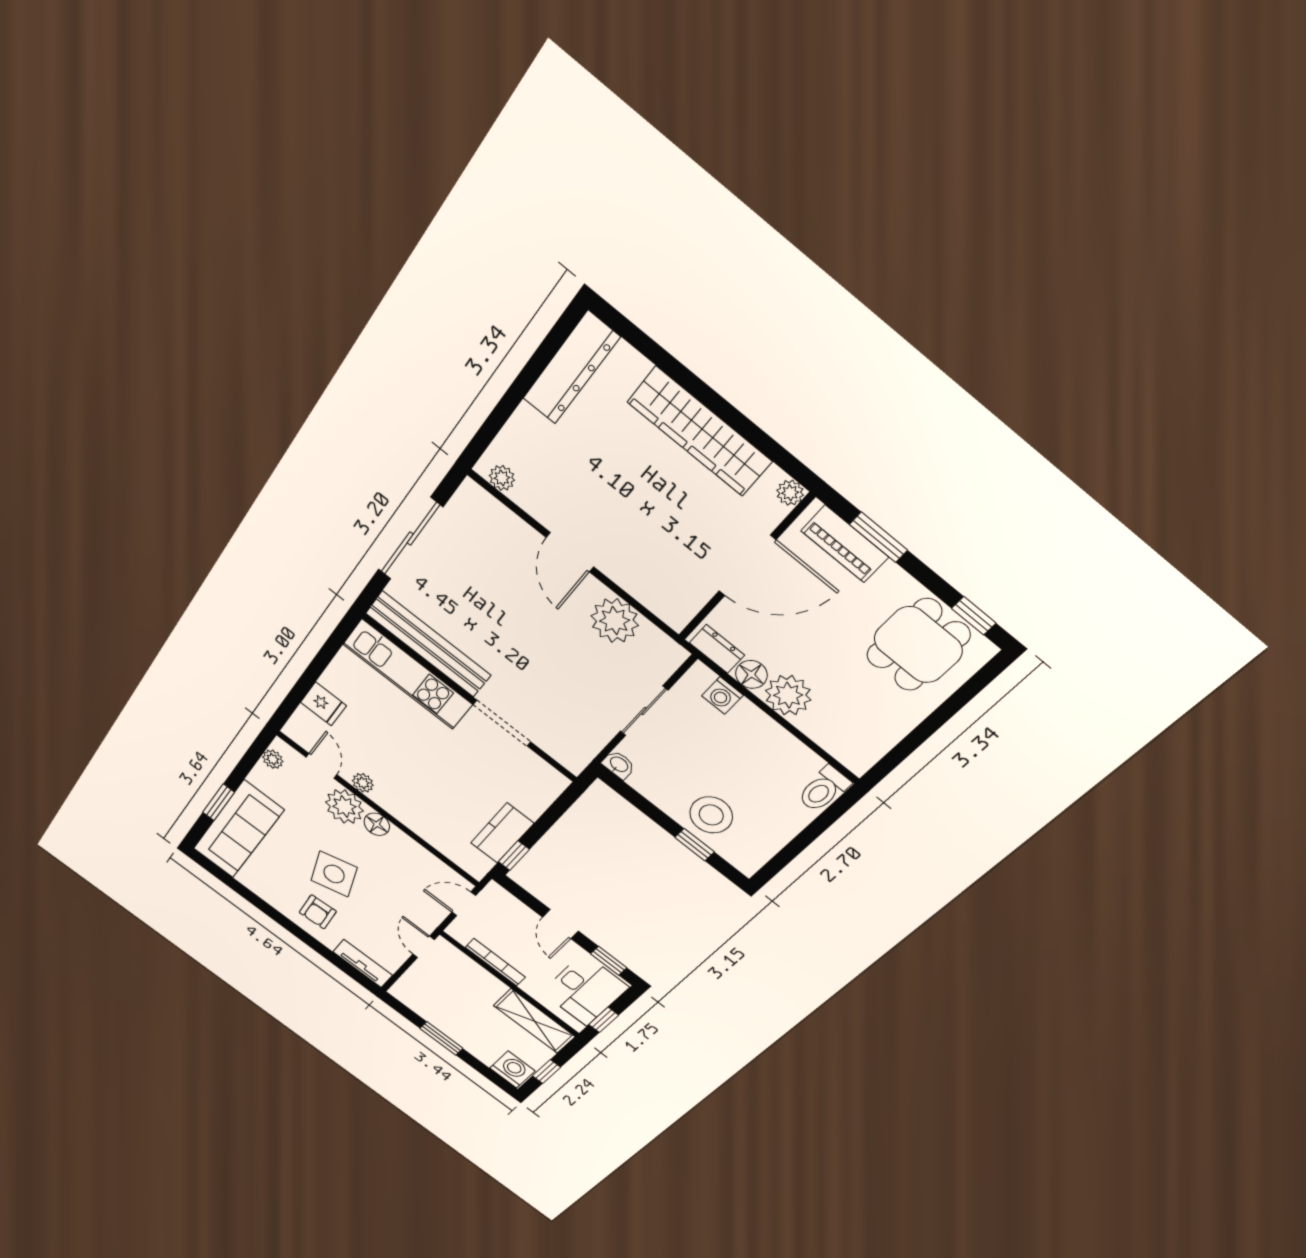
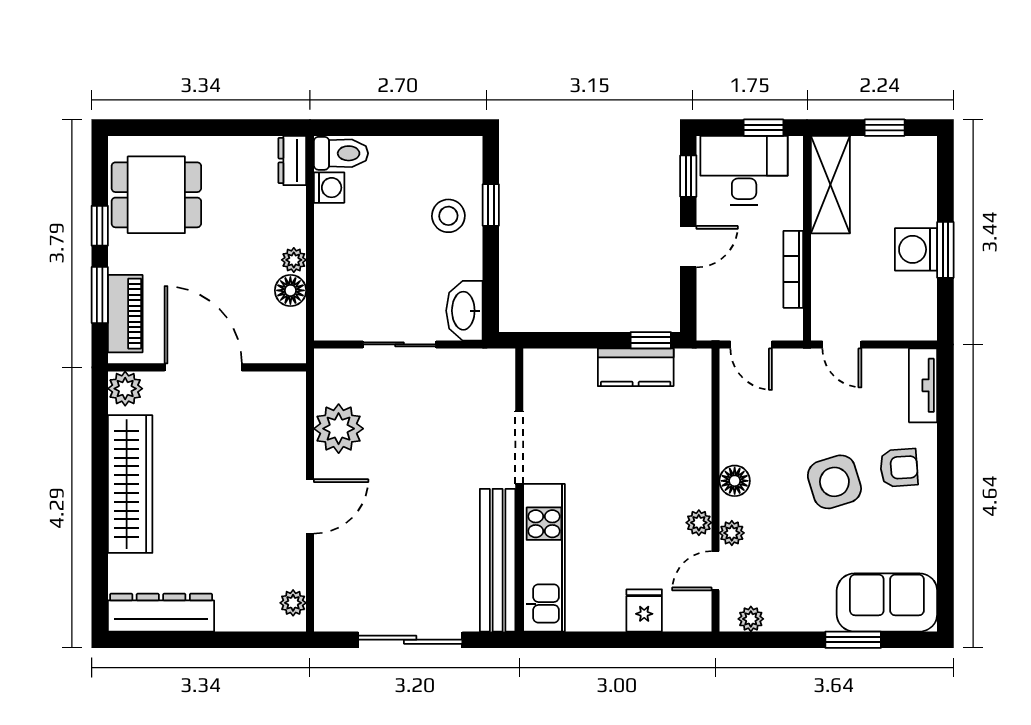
plant: (790, 493) -> (125, 389), width x1.38, depth x1.38
window: (974, 616) -> (100, 226), moved
dresser: (717, 649) -> (292, 160), moved
plant: (788, 695) -> (294, 260), width x0.53, depth x0.53
washing machine: (722, 696) -> (329, 188), moved
washbasin: (619, 765) -> (464, 311), width x1.91, depth x1.45
plant: (344, 807) -> (732, 533), width x0.53, depth x0.53
stool: (711, 815) -> (448, 216), width x0.73, depth x0.73
sofa: (238, 829) -> (887, 603), width x0.73
door: (423, 947) -> (842, 344), hinge flipped
washing machine: (512, 1070) -> (916, 249), moved

